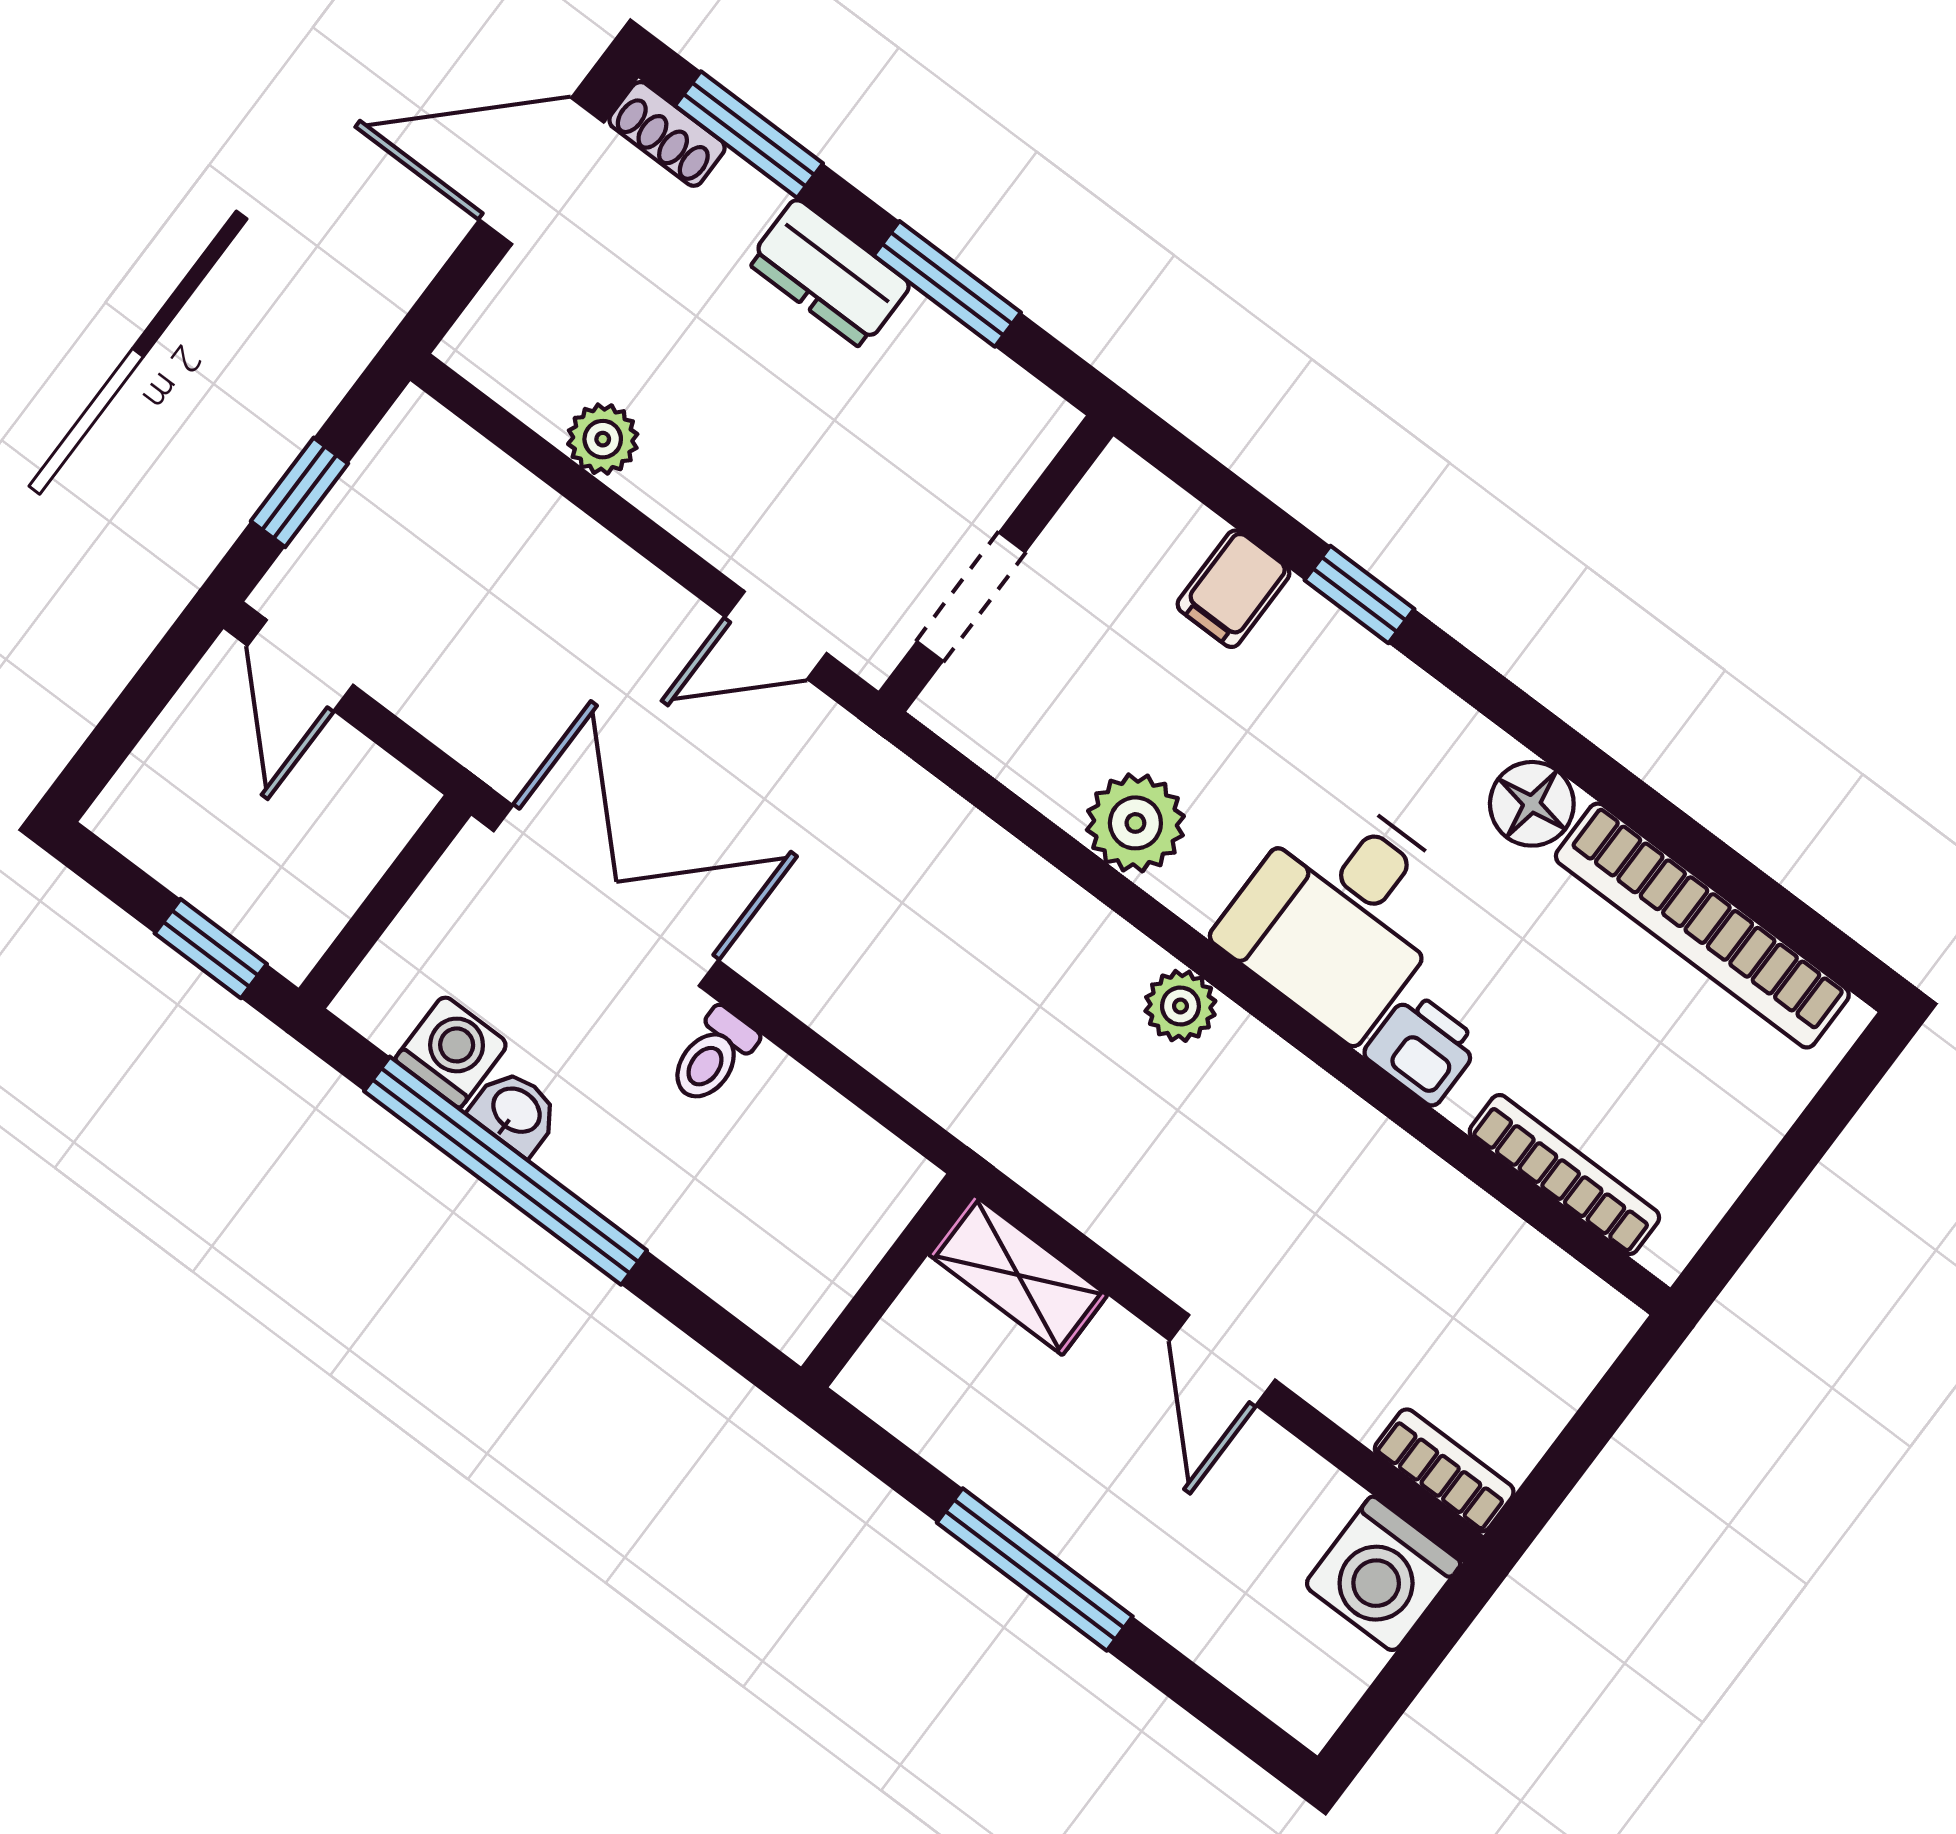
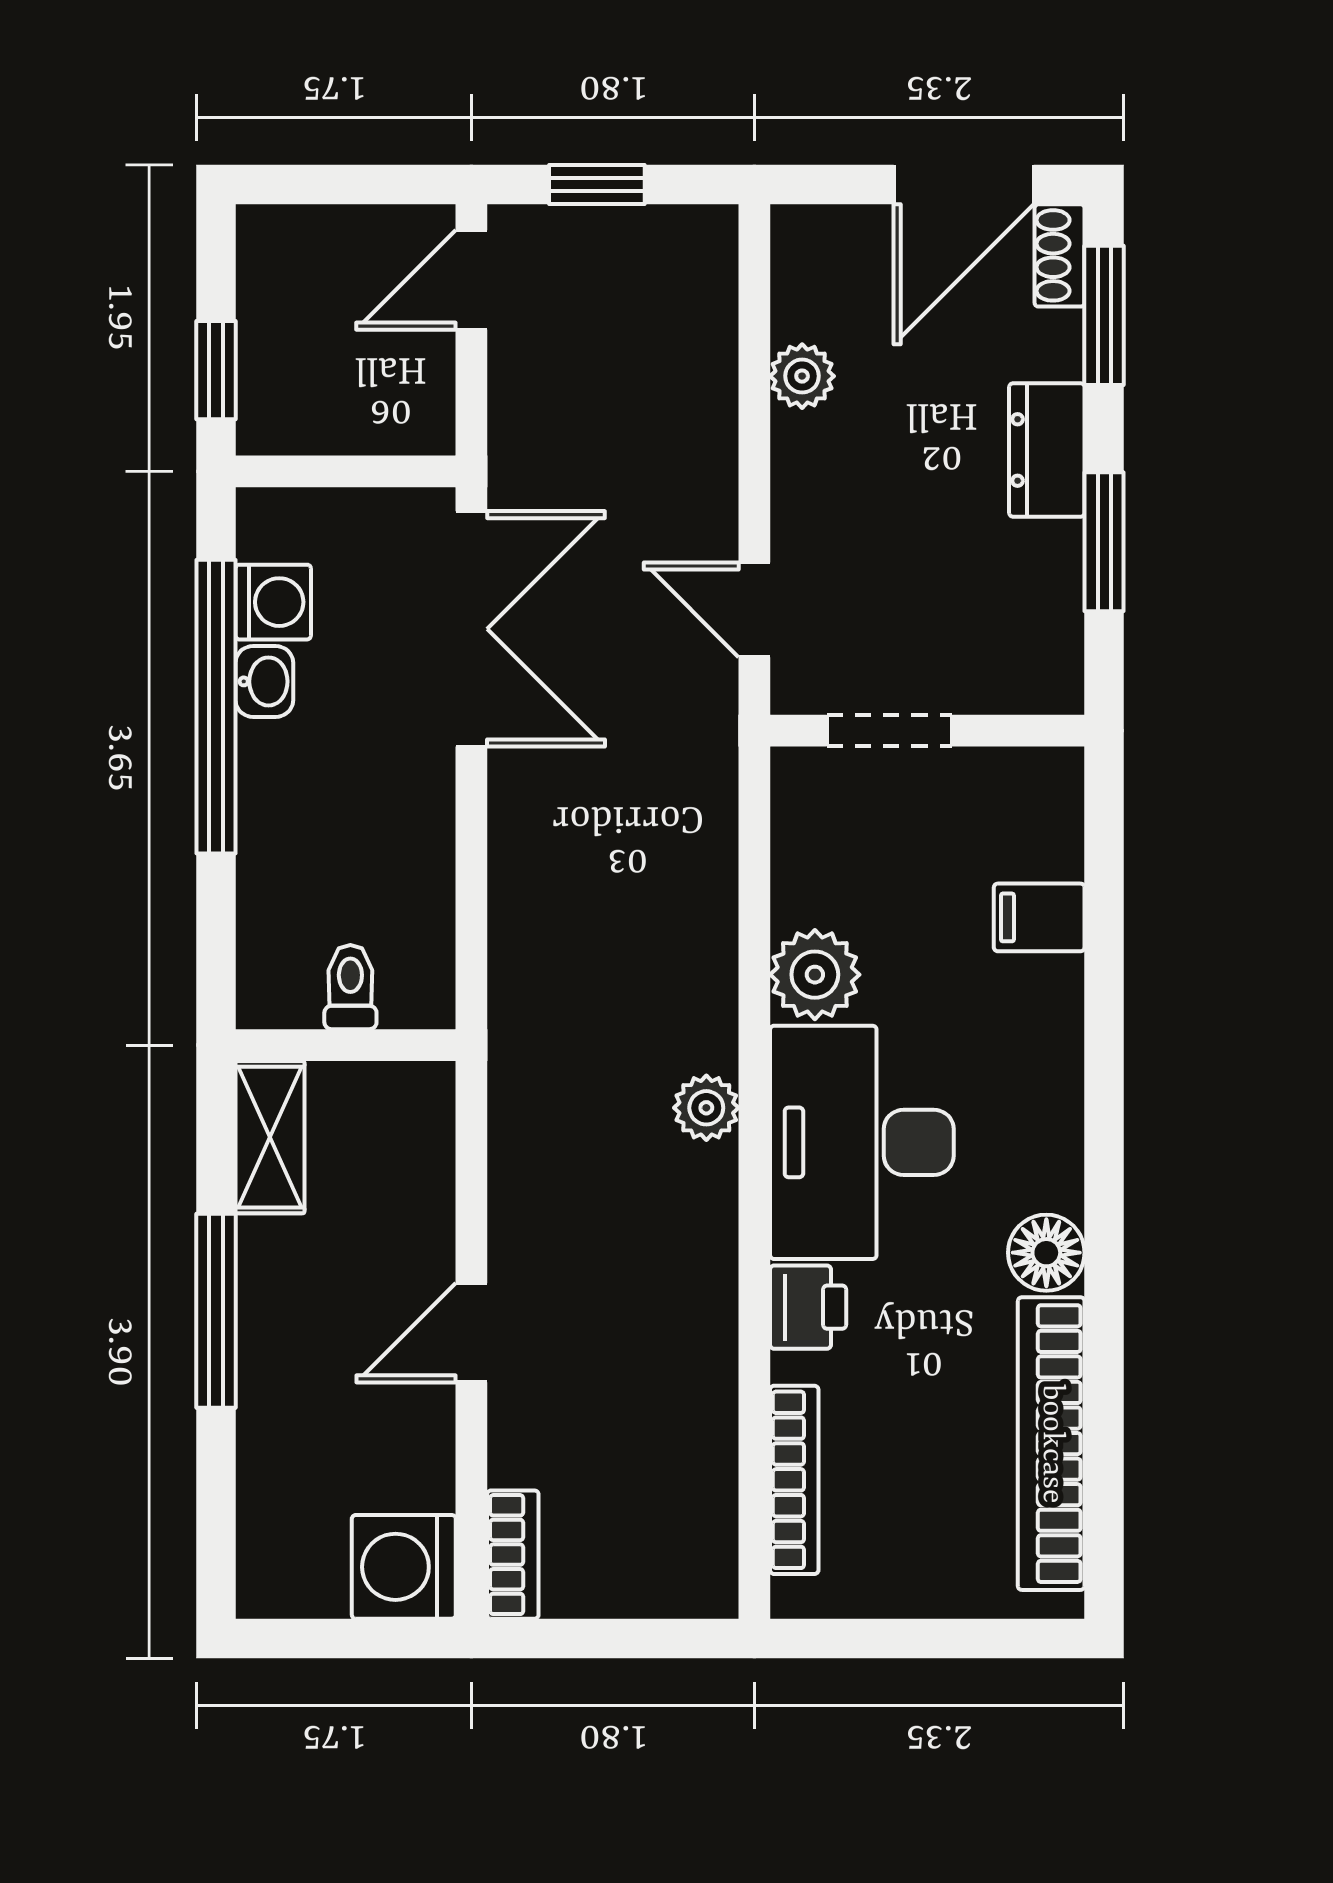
door: (542, 171) -> (964, 184), swing flipped
window: (1359, 595) -> (1104, 1012), removed
desk: (1341, 914) -> (862, 1142), width x1.37
toilet: (713, 1056) -> (350, 987), moved, turned 90
shelving: (1018, 1275) -> (270, 1137), moved

